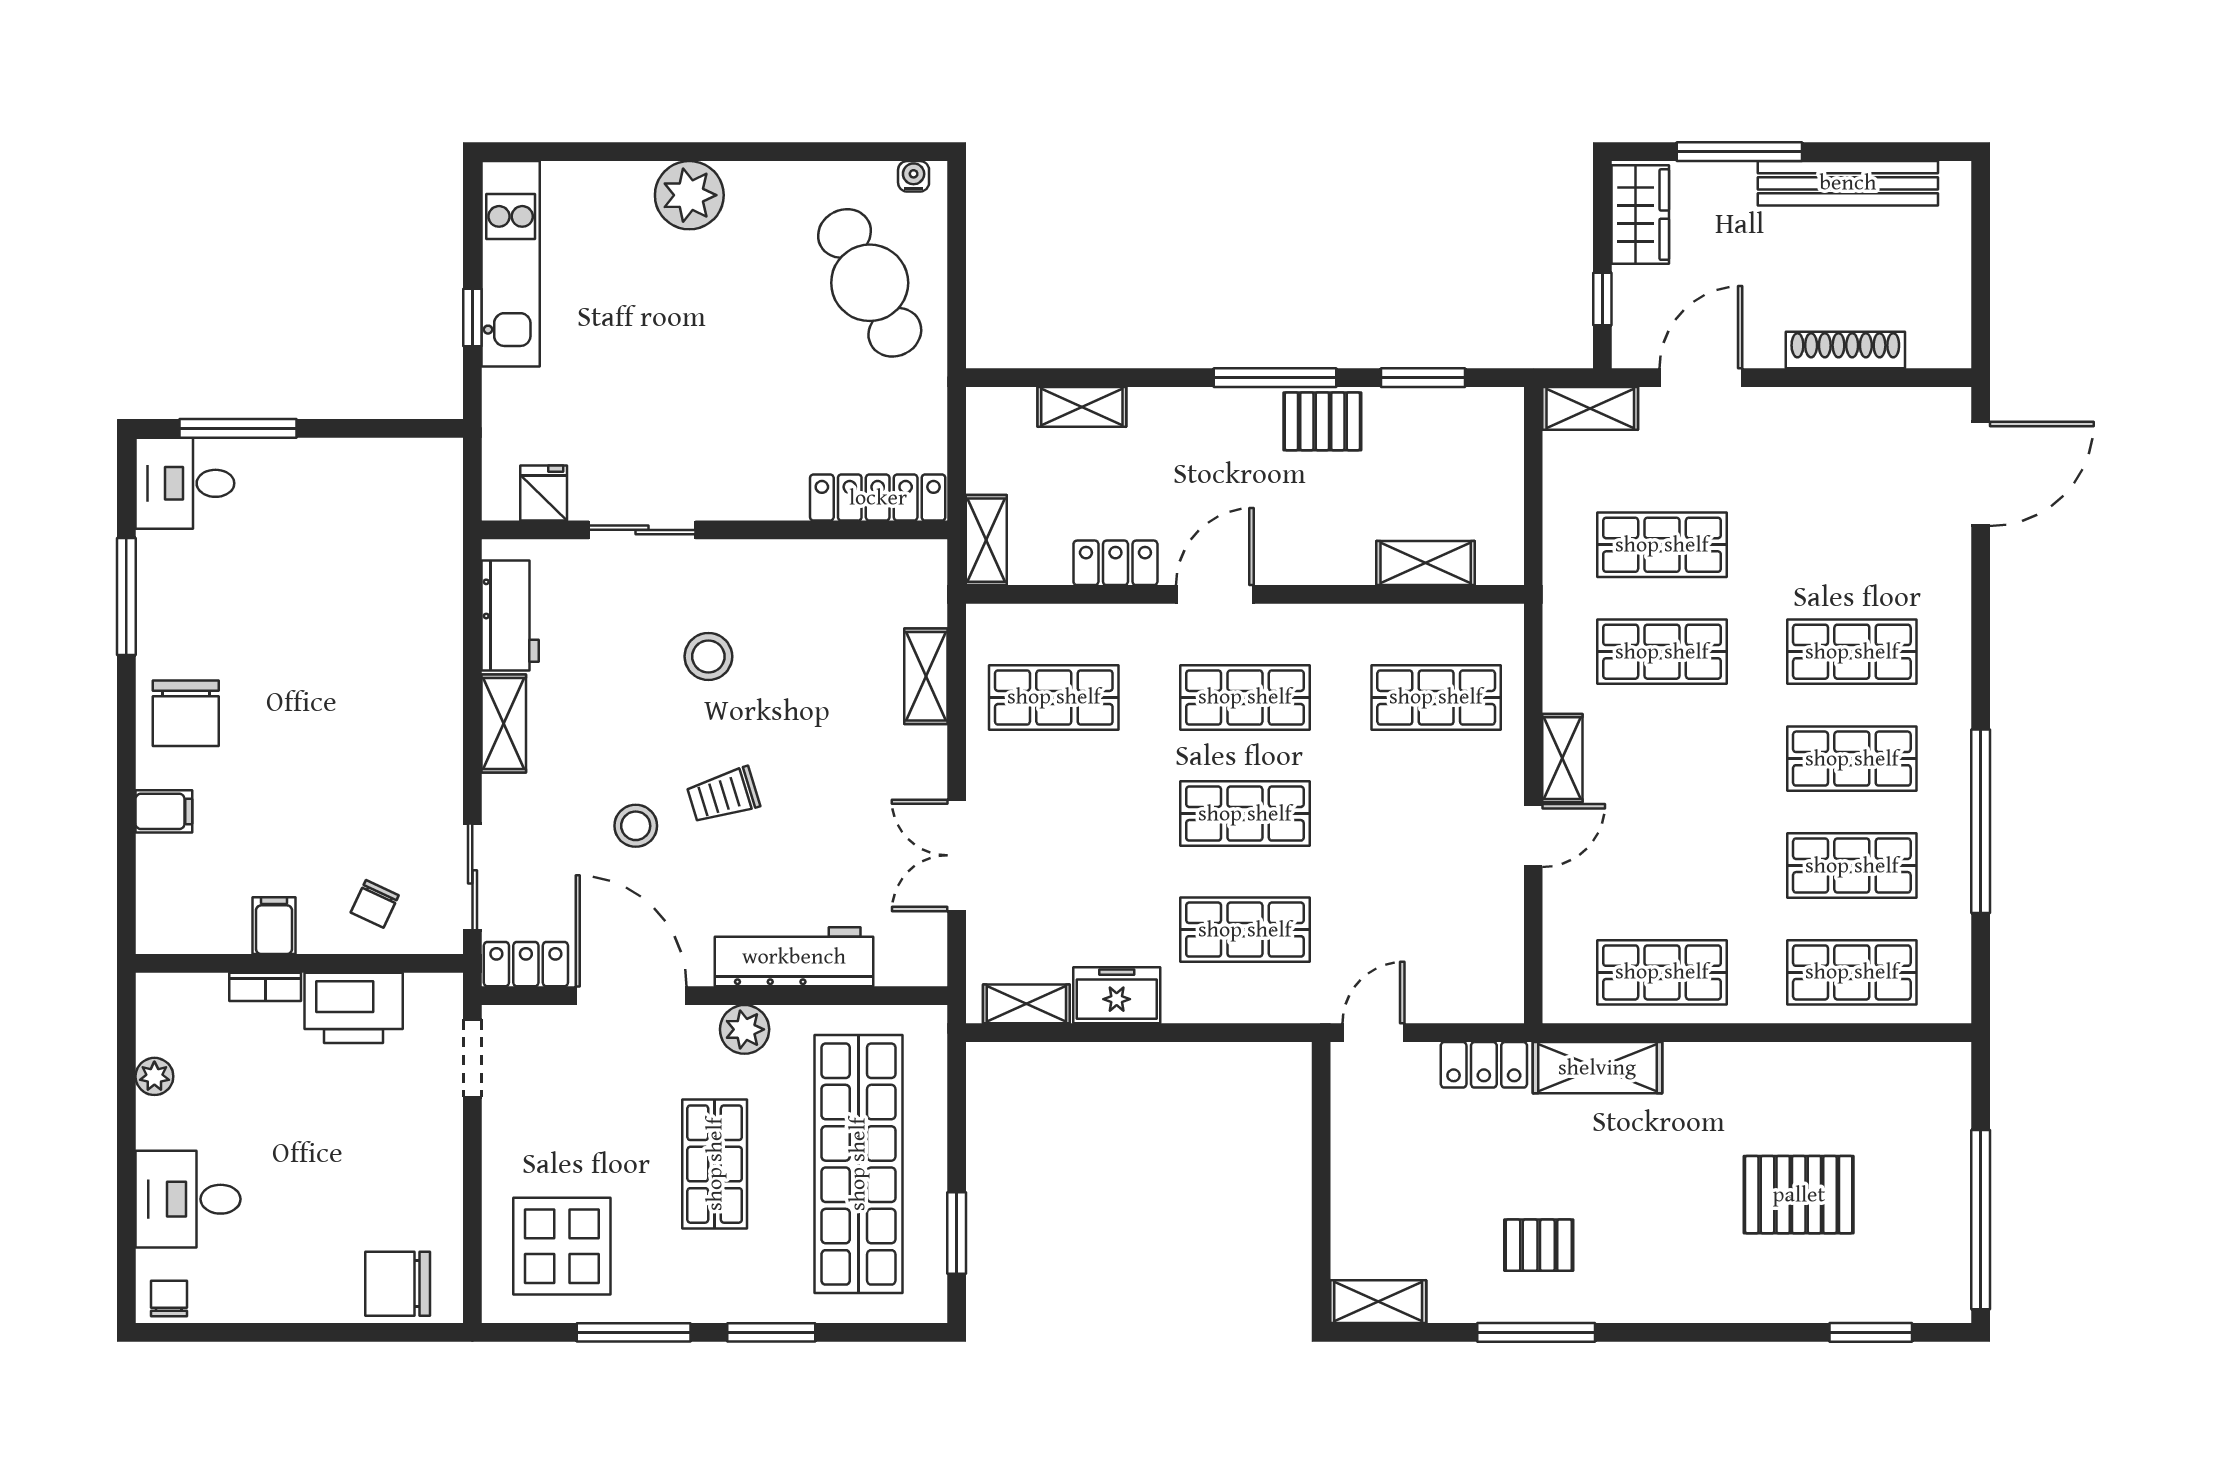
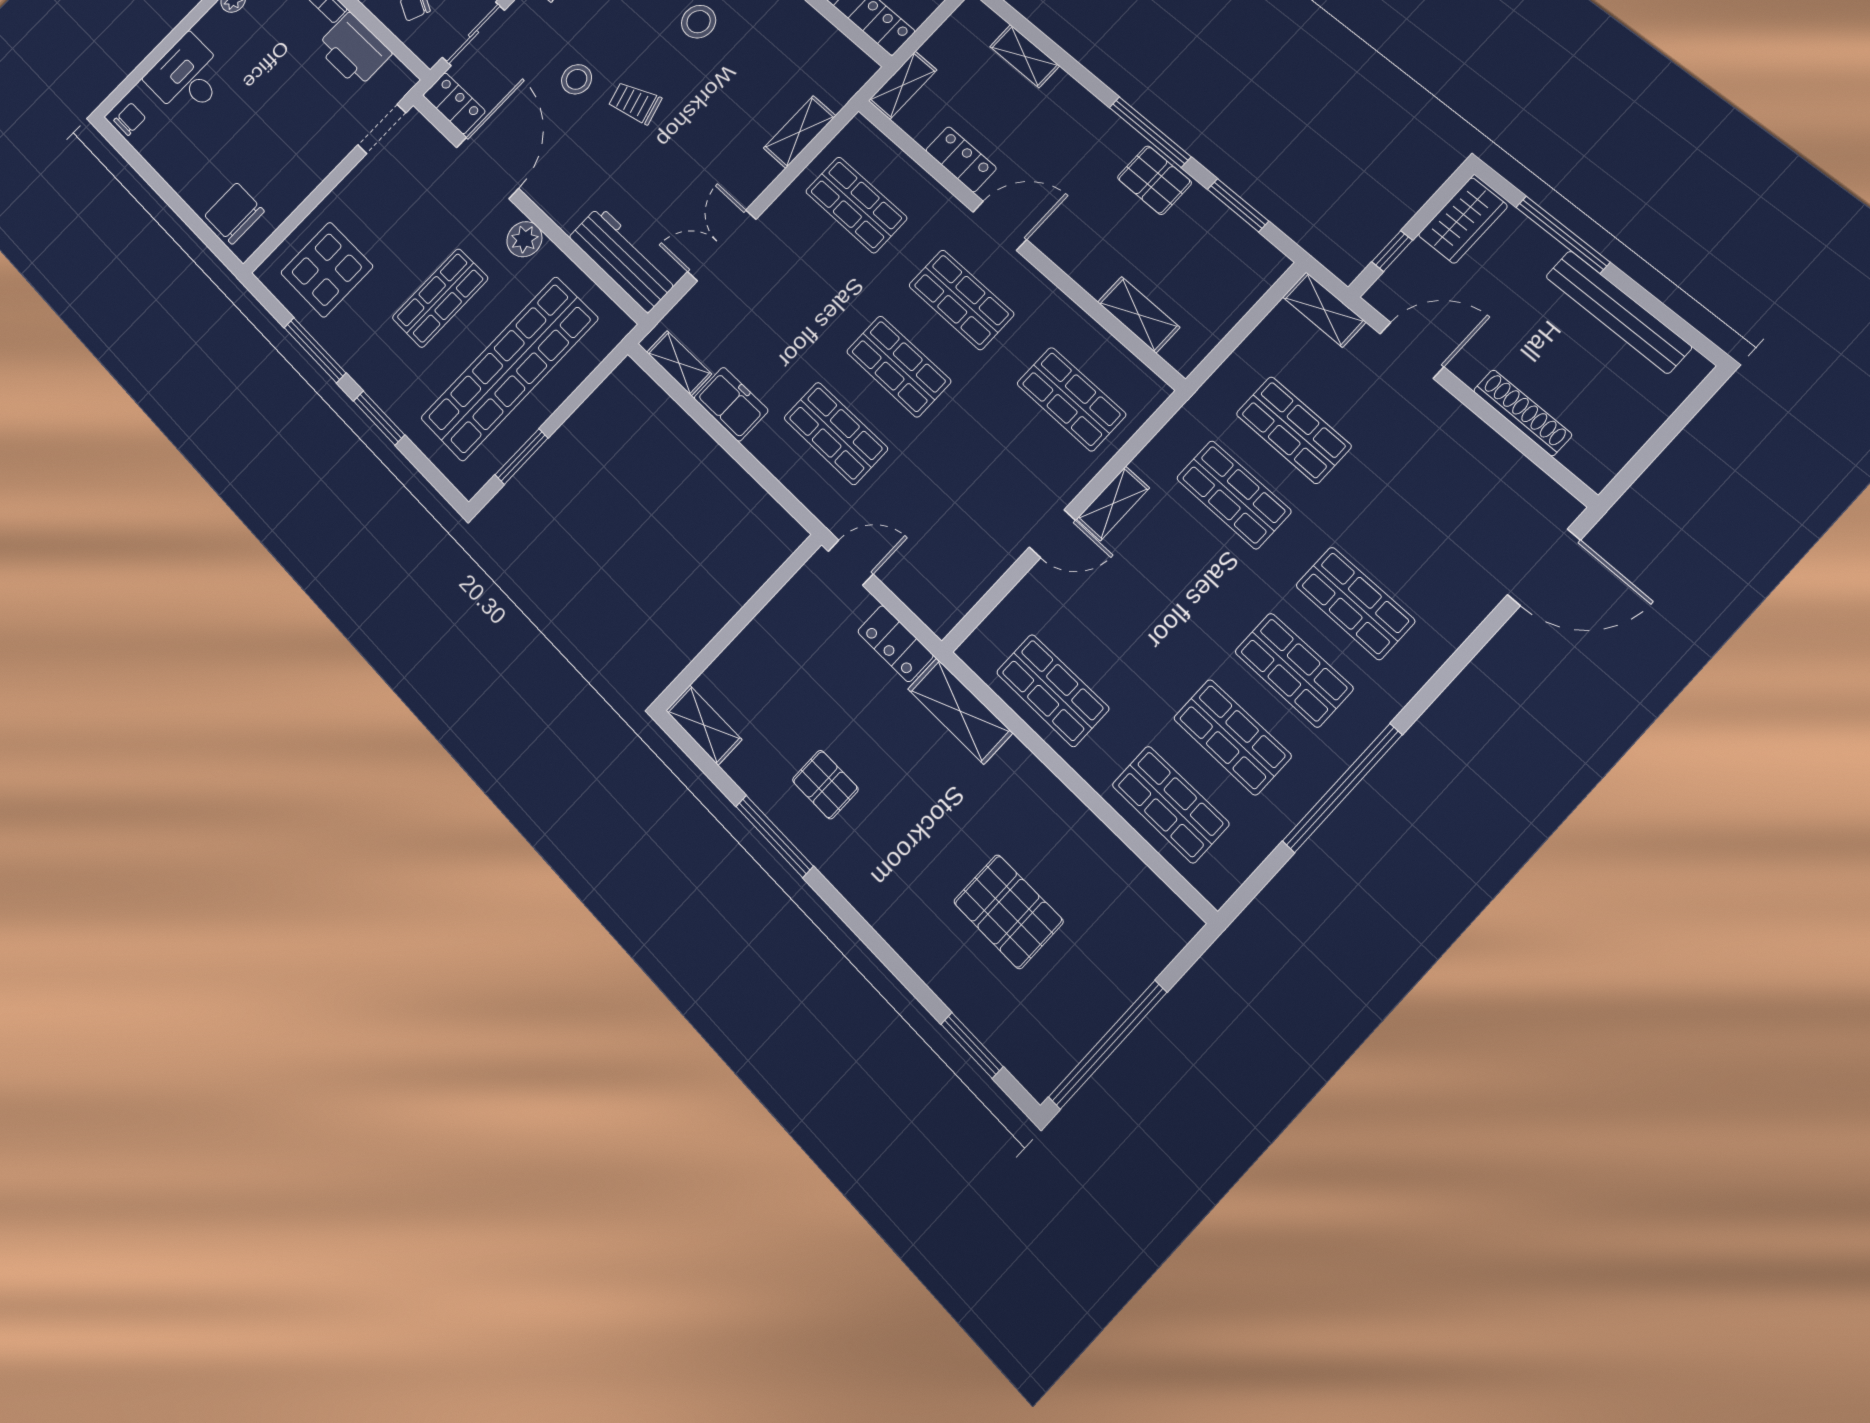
workbench: (794, 957) -> (623, 259), moved

